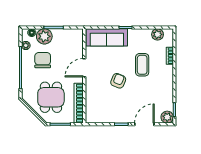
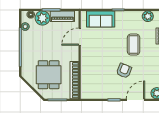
piano: (66, 34) -> (62, 16), added
sofa: (107, 37) -> (101, 19), width x0.73
chair: (43, 60) -> (41, 40), removed
door: (84, 68) -> (80, 37), moved
armchair: (118, 81) -> (124, 71), moved

